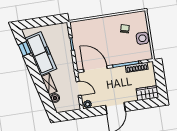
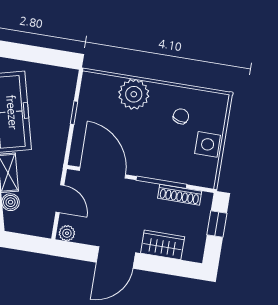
plant: (98, 25) -> (134, 94), added
window: (160, 76) -> (217, 224), added
wardrobe: (147, 93) -> (163, 245), moved

